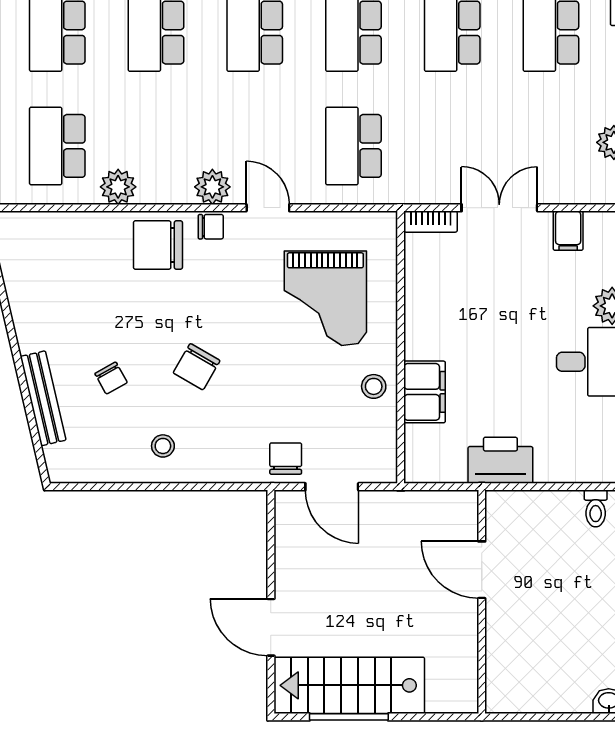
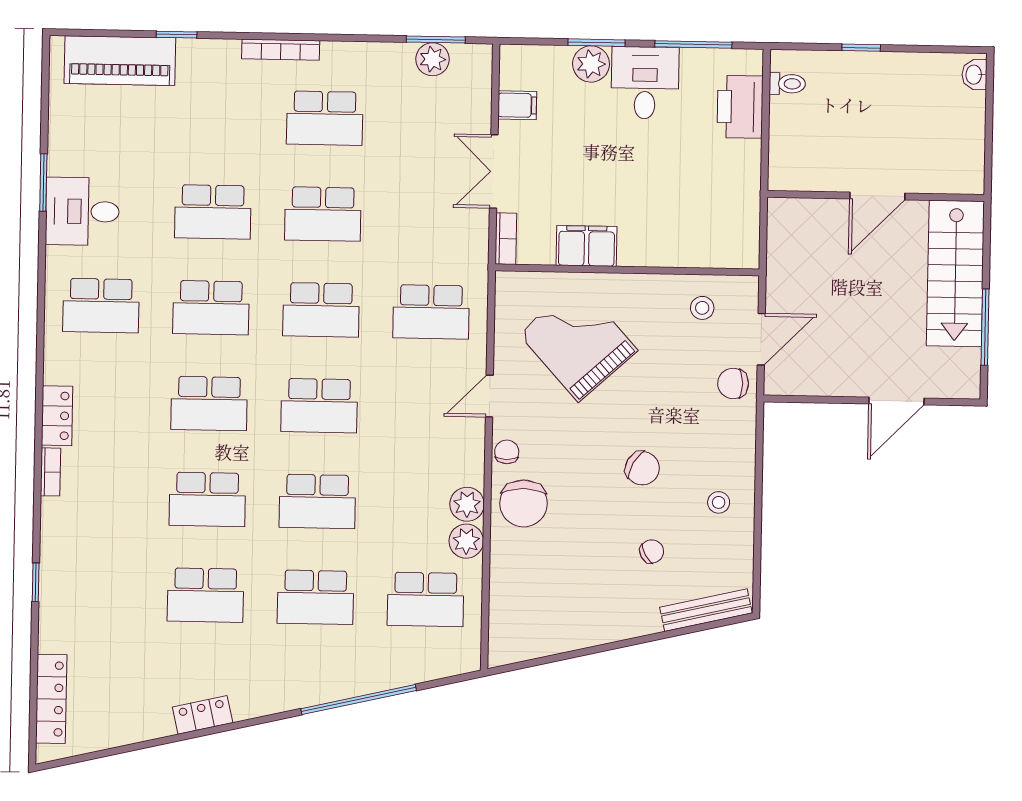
plant: (212, 187) -> (467, 504), moved
grand piano: (325, 298) -> (578, 342), turned -132
stool: (374, 386) -> (702, 308), moved
filing cabinet: (425, 392) -> (587, 246), moved
bench: (43, 398) -> (706, 610), moved
printer: (500, 460) -> (740, 107), moved
door: (482, 570) -> (877, 196), moved
stairs: (349, 685) -> (955, 274), moved

